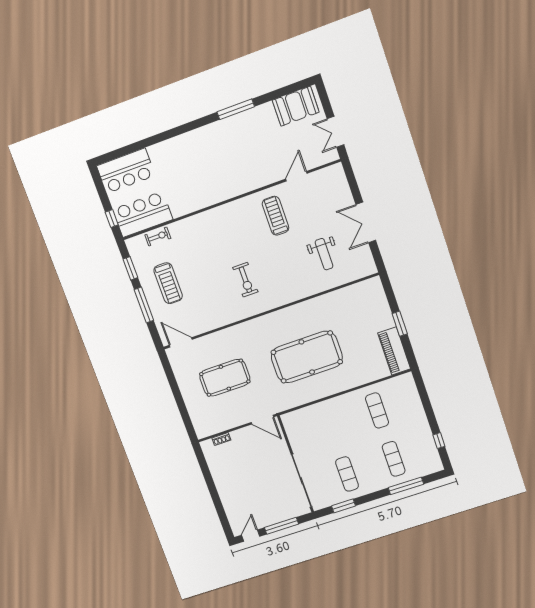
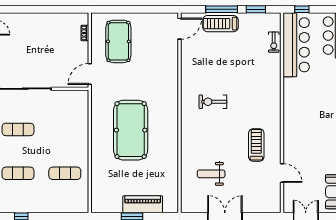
bar counter: (143, 214) -> (296, 45), width x1.36
treadmill: (275, 216) -> (256, 145), turned -90
treadmill: (168, 283) -> (220, 24), moved
piano: (394, 351) -> (143, 204), moved
pool table: (225, 378) -> (118, 41), moved

